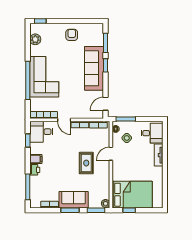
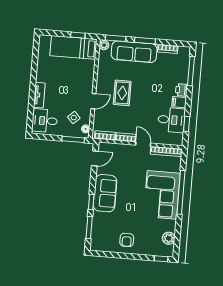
sofa: (94, 68) -> (105, 193), width x0.73
desk: (41, 132) -> (171, 120), moved
bed: (132, 195) -> (73, 47), width x0.67
sofa: (74, 200) -> (134, 52), width x1.36

